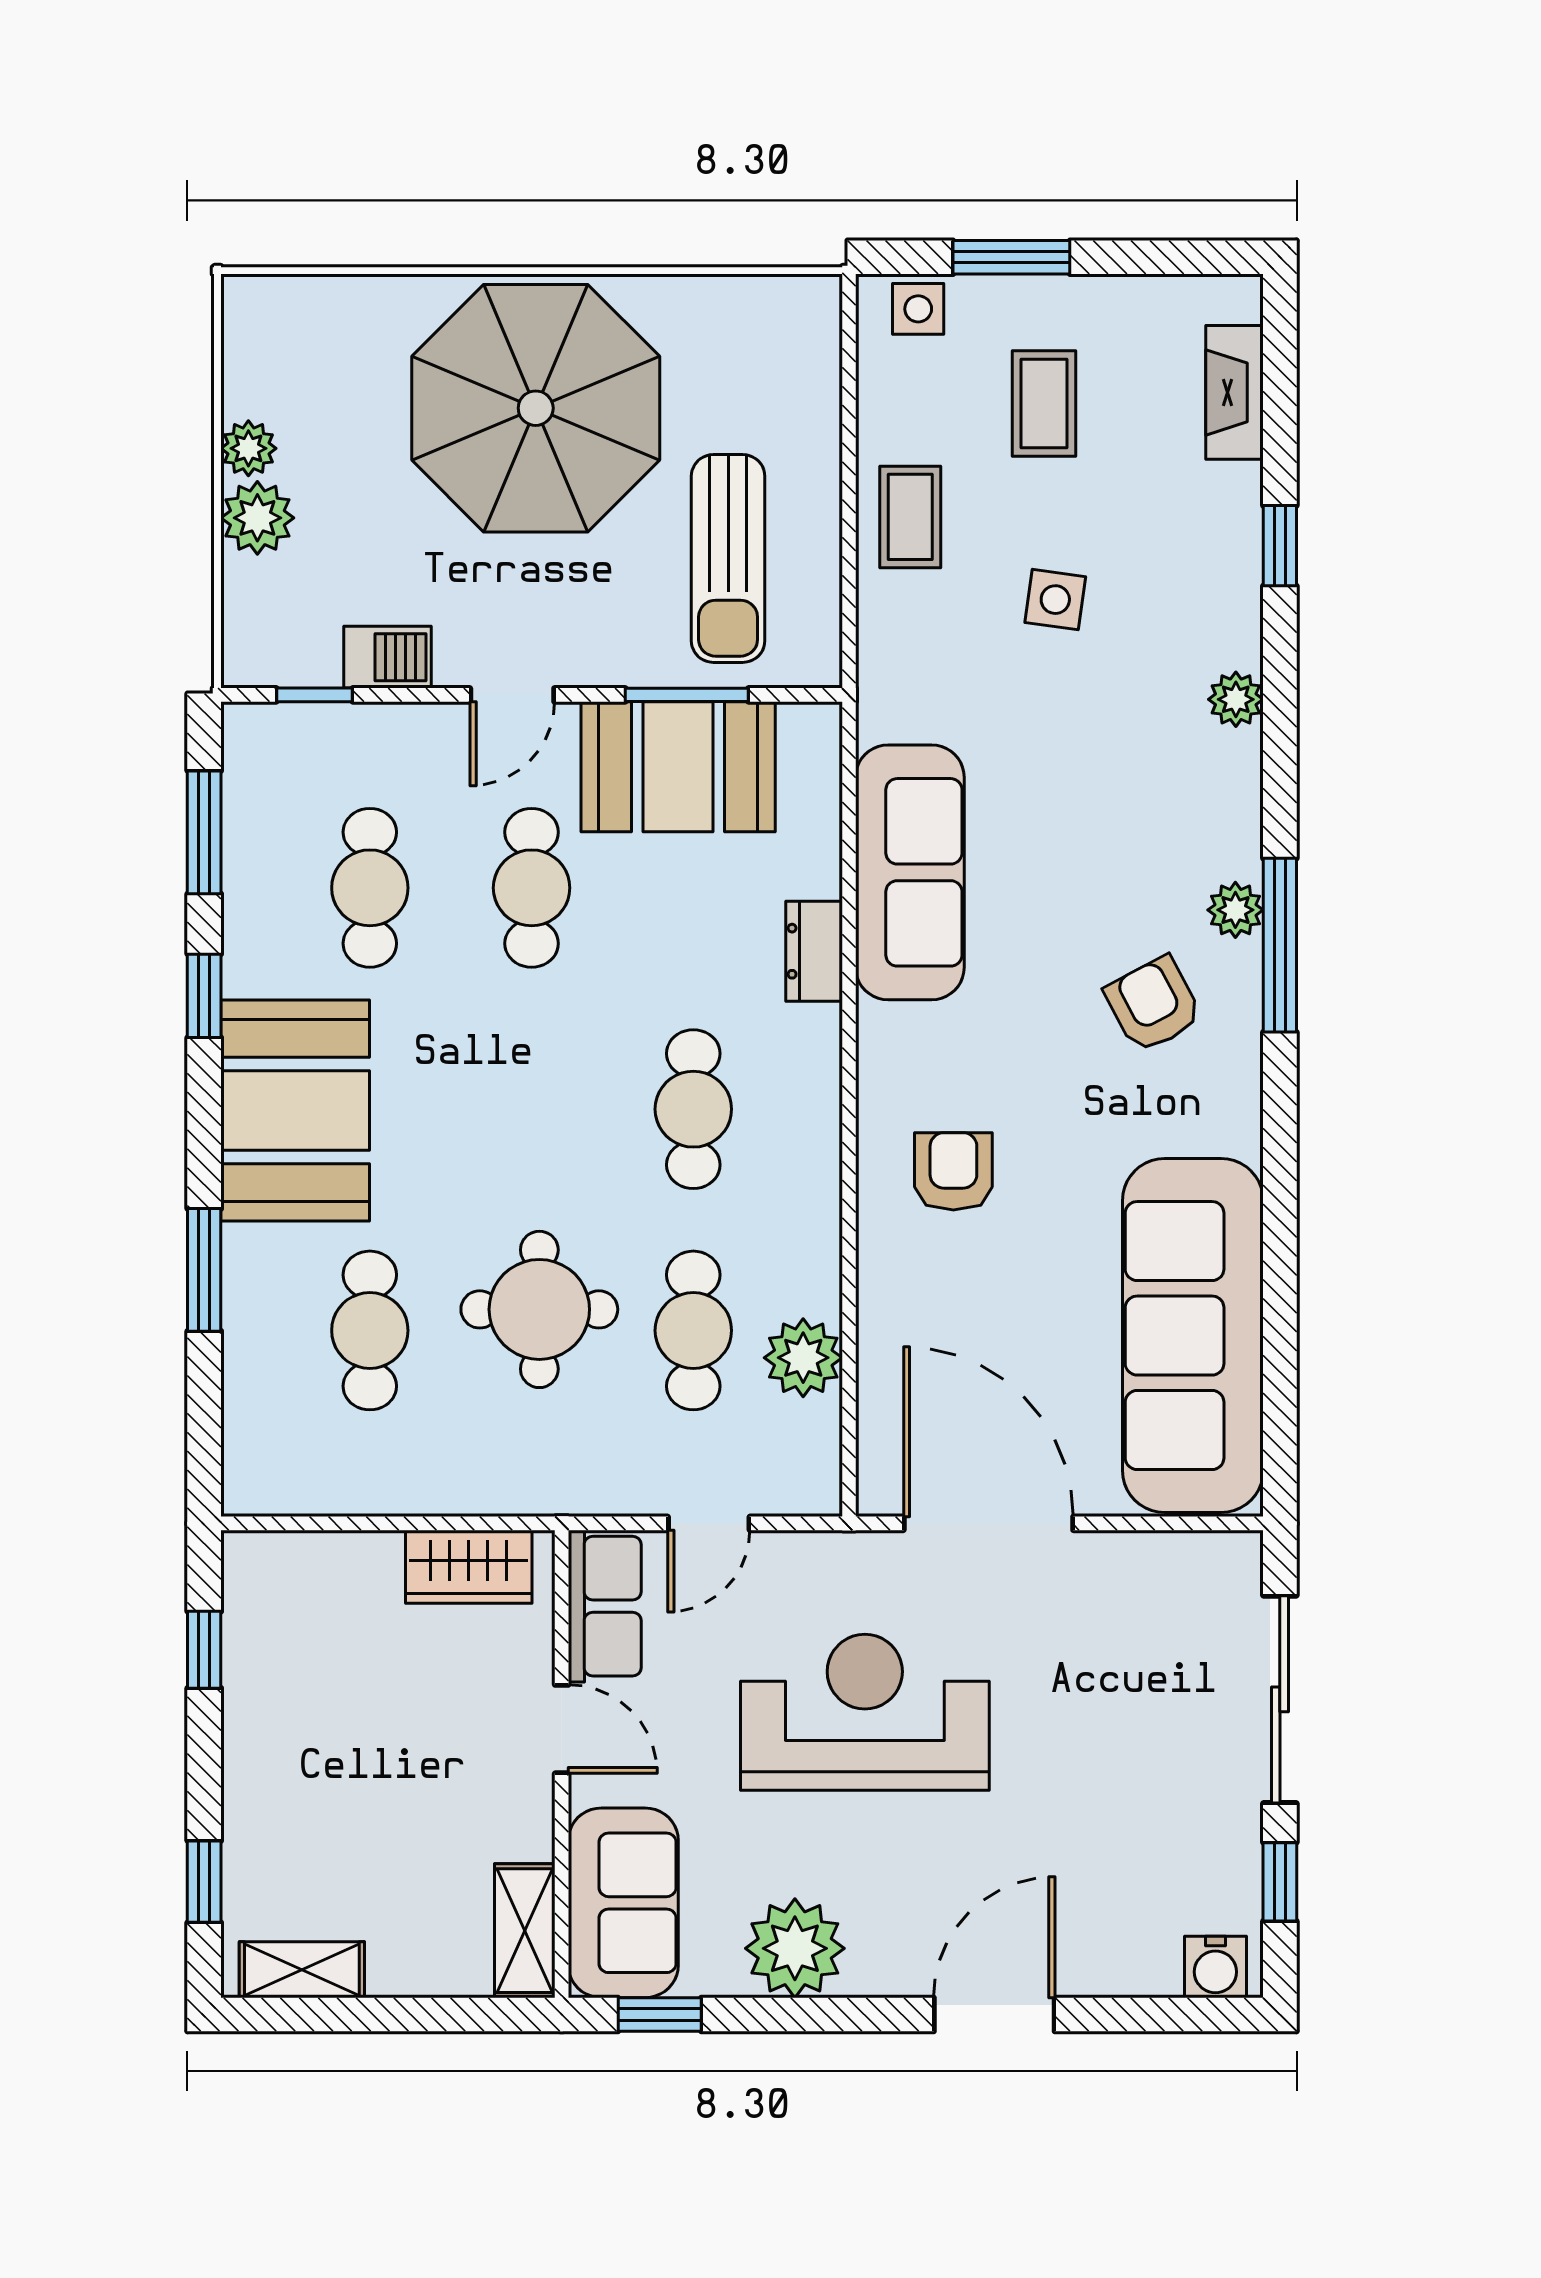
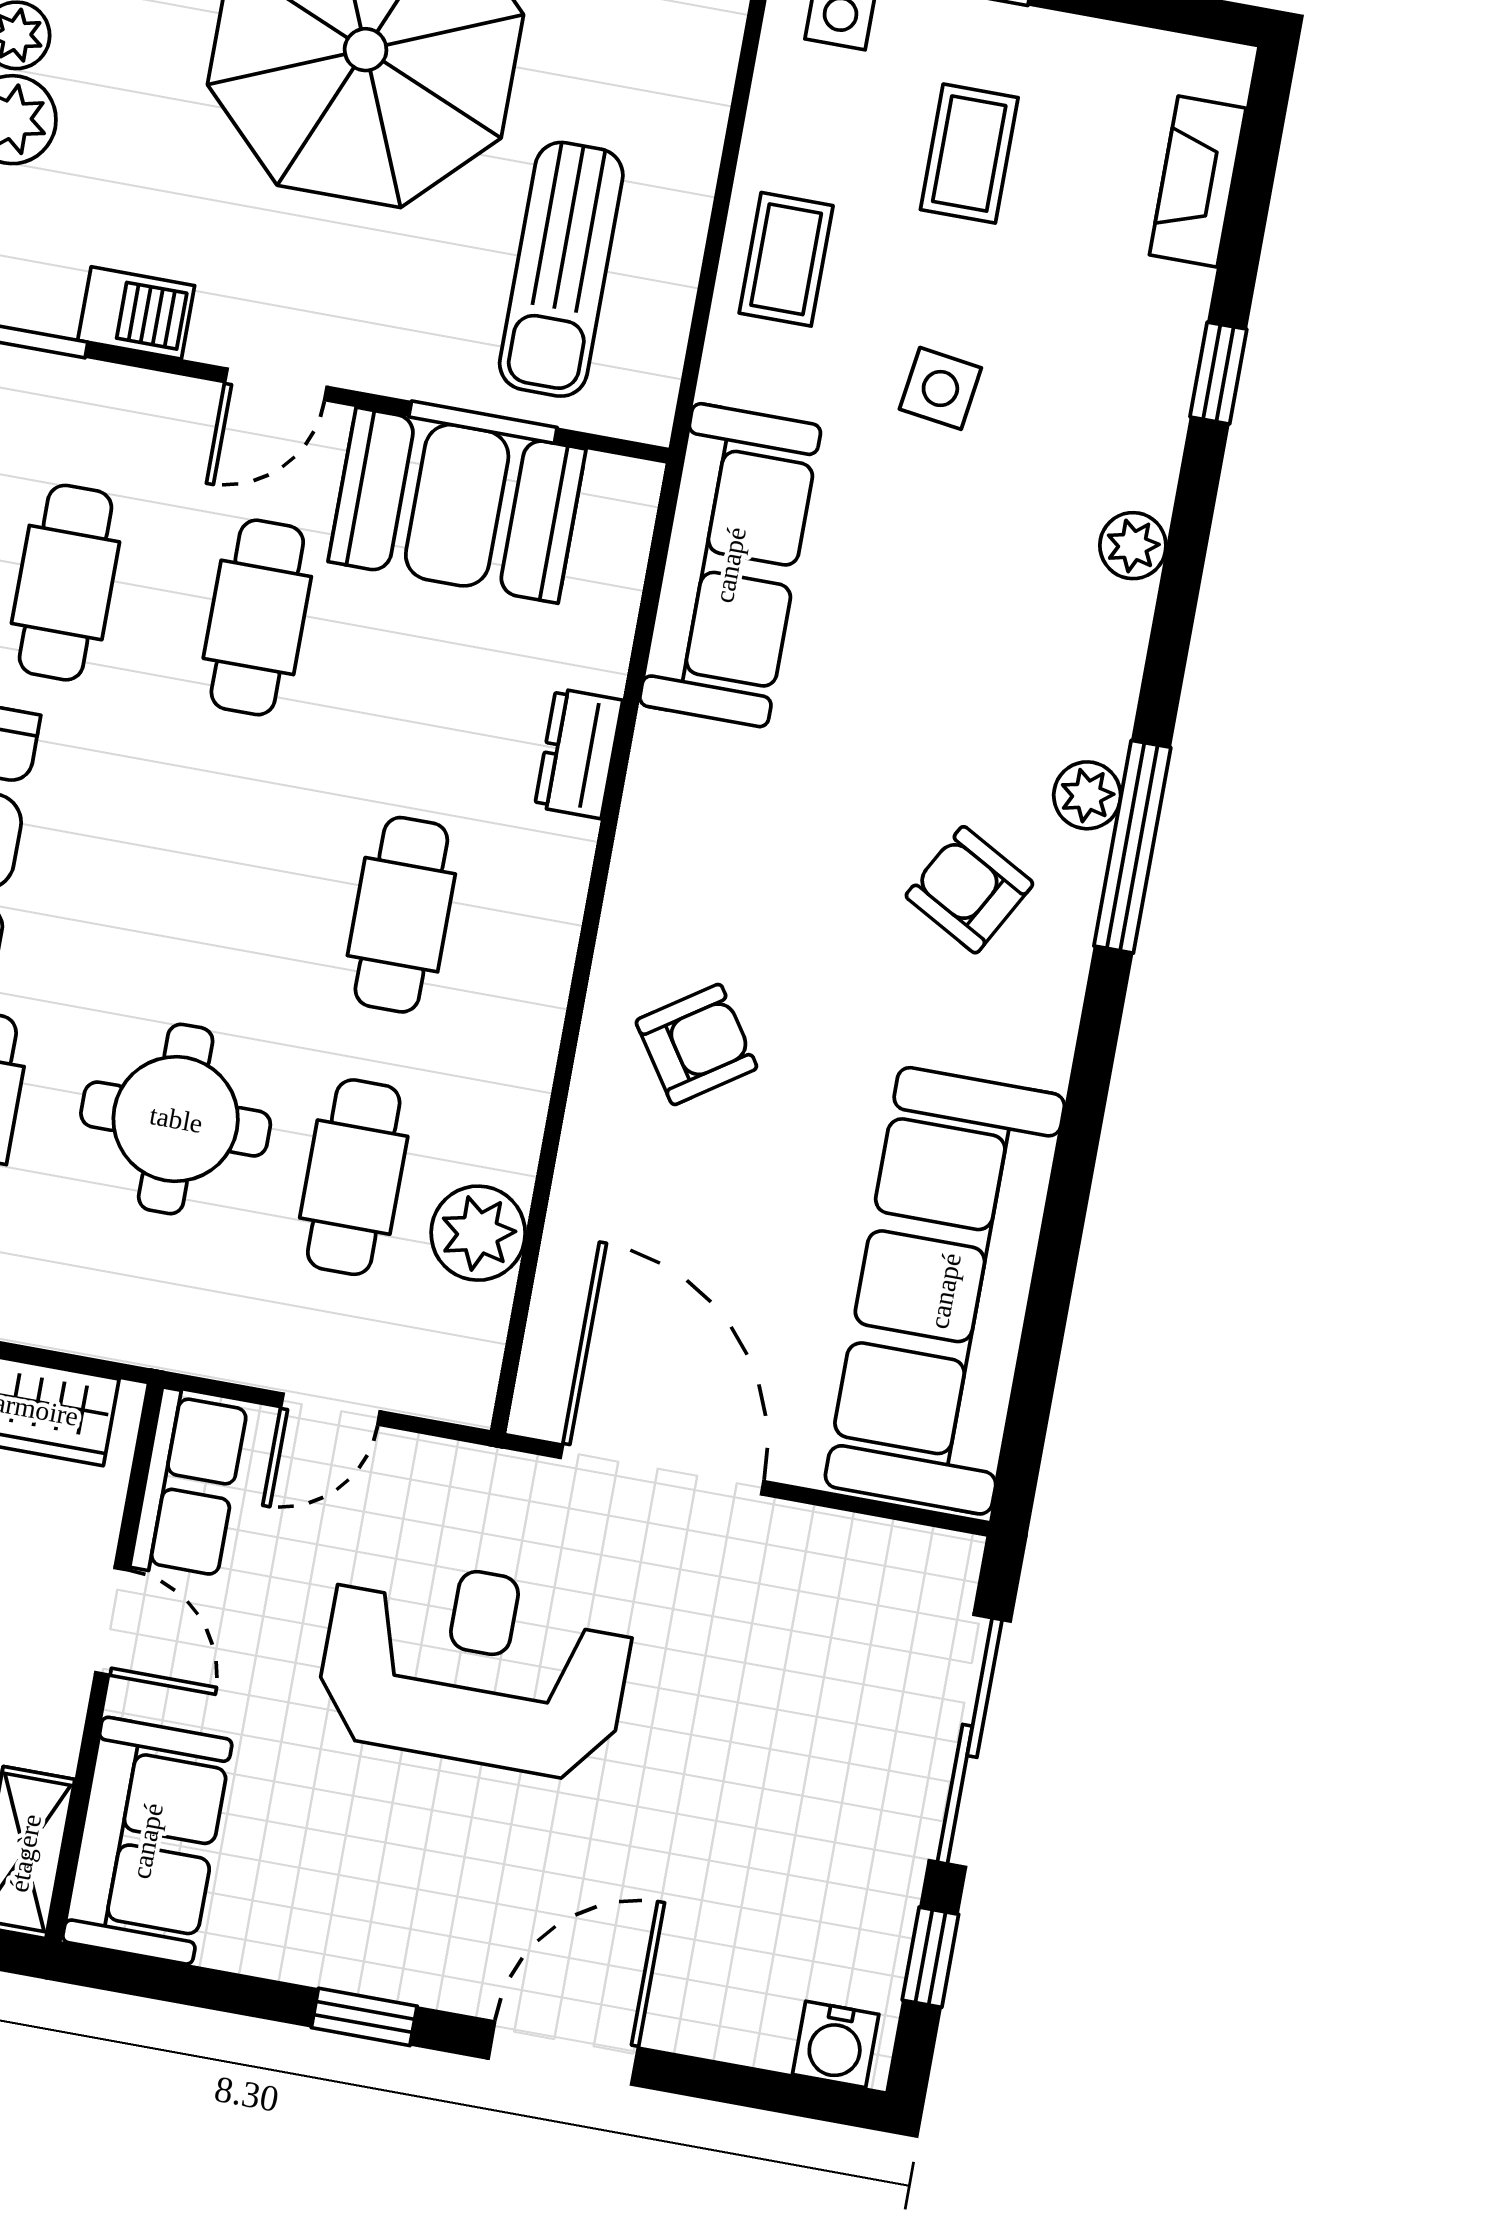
sofa: (910, 872) -> (730, 565), moved
armchair: (1153, 1004) -> (969, 890), turned -33
armchair: (953, 1171) -> (696, 1044), turned 56
plant: (795, 1948) -> (341, 1932), removed
window: (660, 2015) -> (364, 2017), moved

